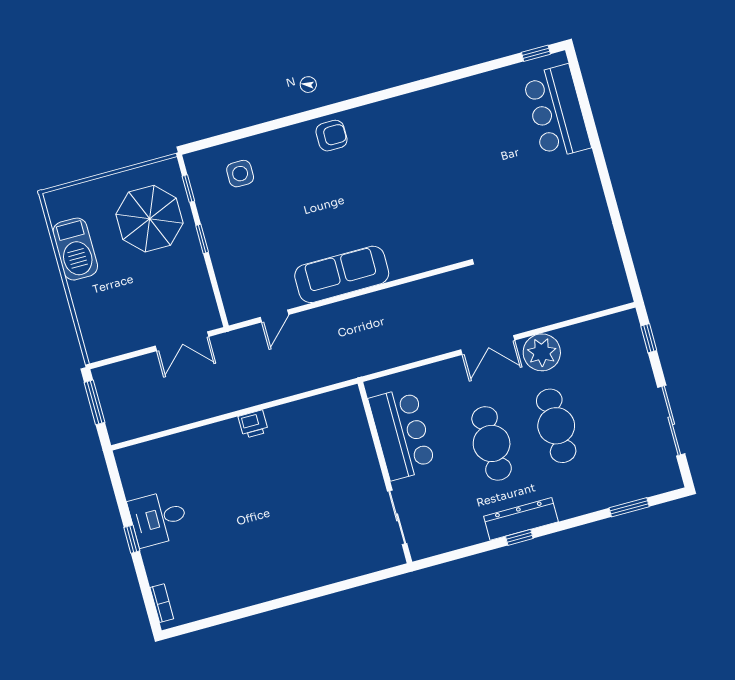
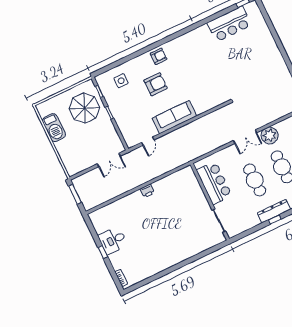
bar counter: (557, 112) -> (229, 24), moved, turned -90
armchair: (314, 195) -> (156, 84), added

